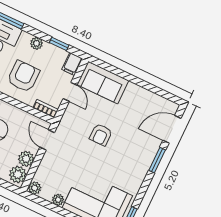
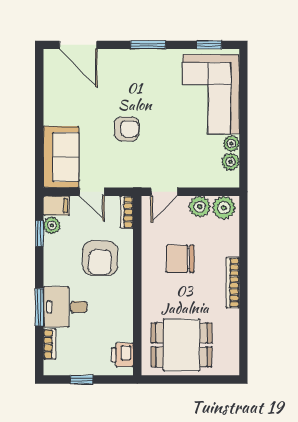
plant: (36, 43) -> (52, 225), moved
armchair: (23, 76) -> (100, 258), turned -89
door: (70, 92) -> (92, 192), swing flipped
window: (157, 160) -> (148, 45), moved
plant: (35, 188) -> (231, 162), moved

